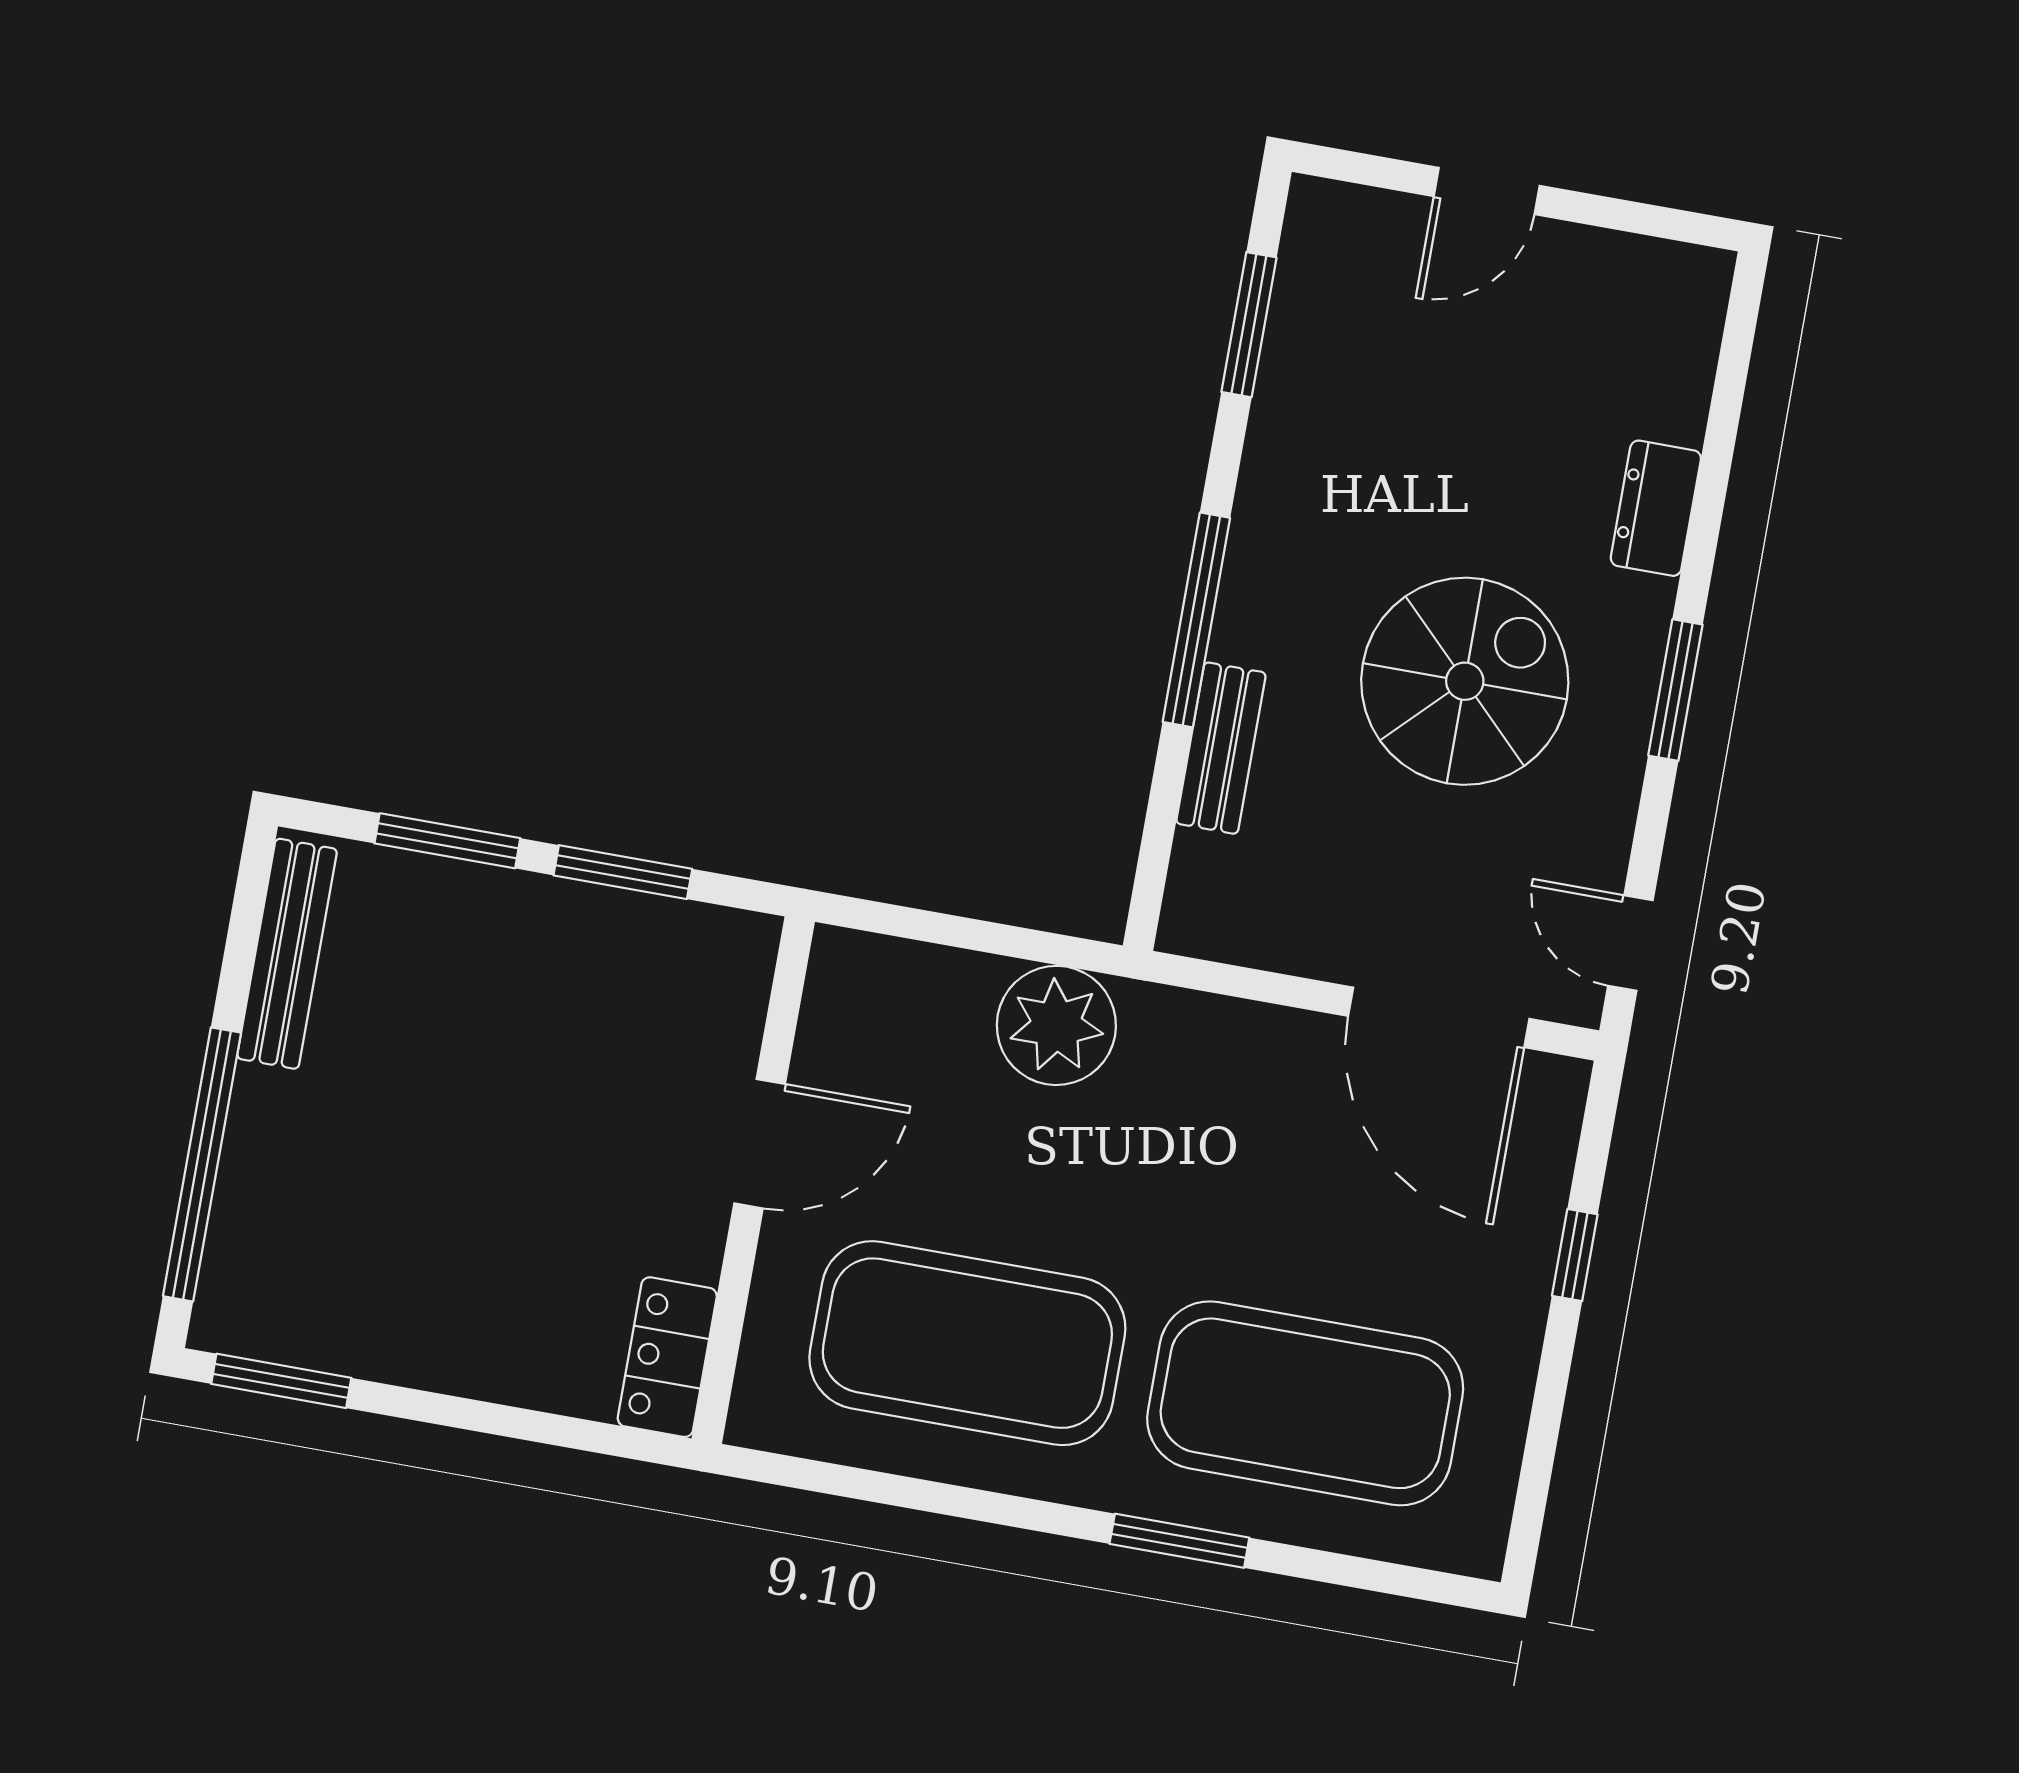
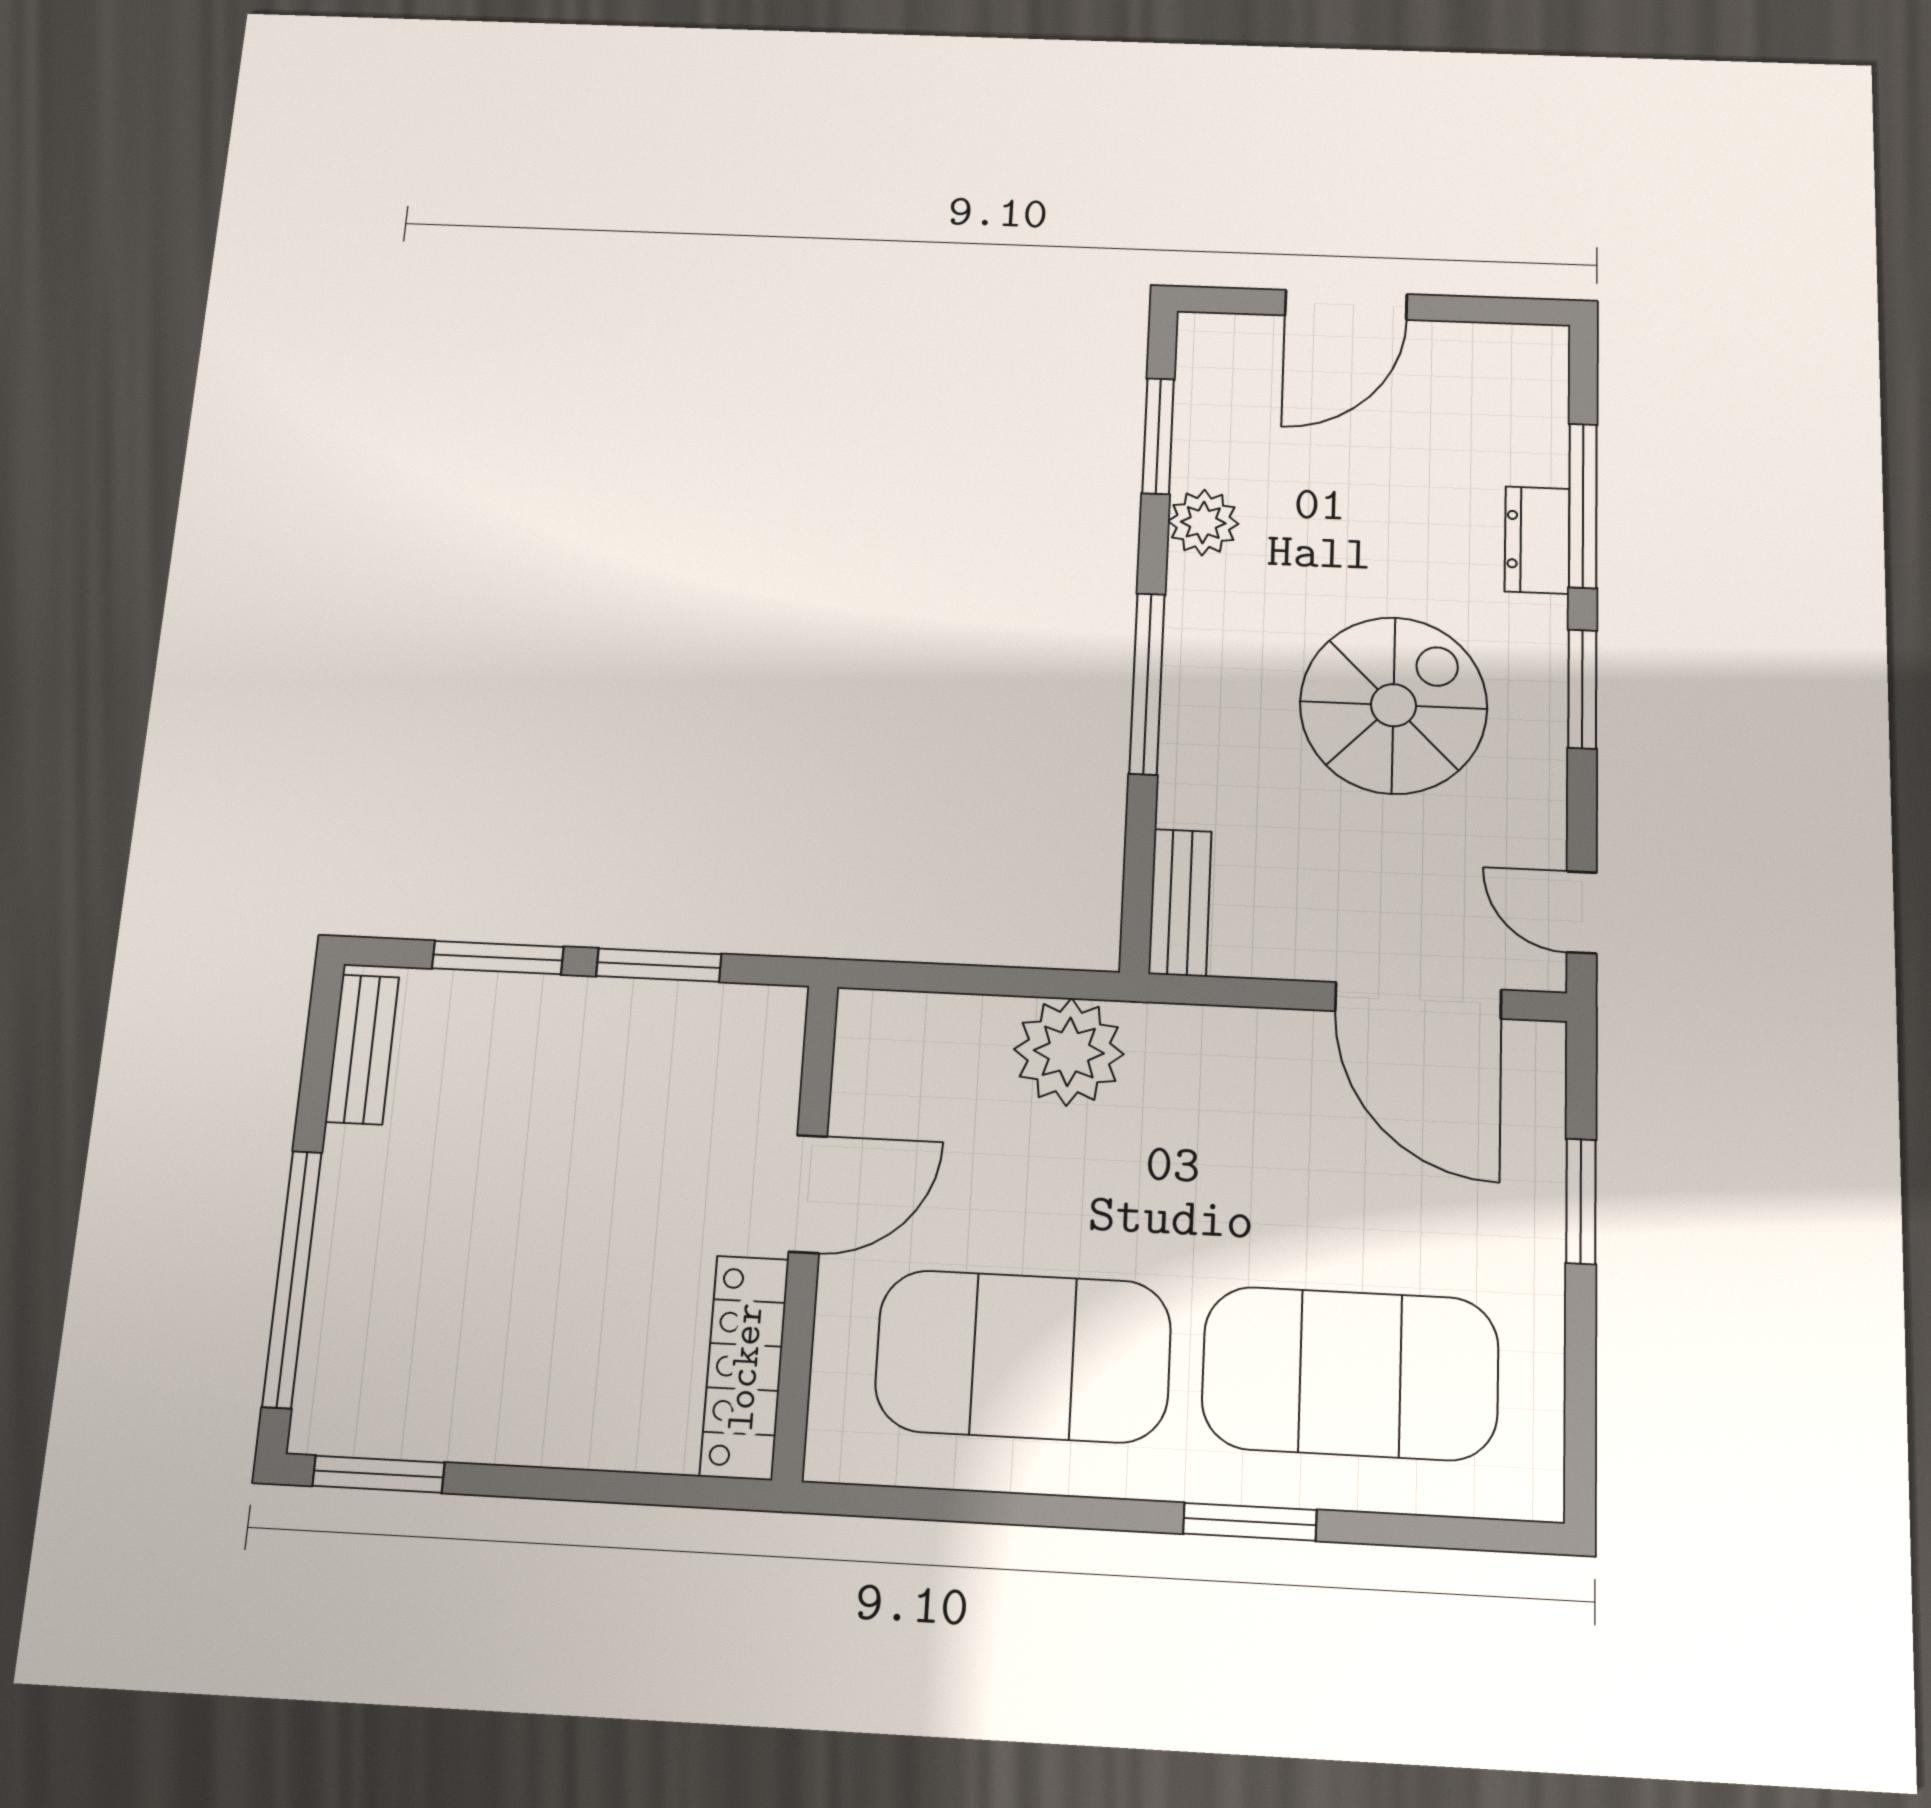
door: (1487, 191) -> (1346, 305), width x1.38
plant: (1285, 437) -> (1203, 522), added
window: (1714, 474) -> (1583, 506), added
bench: (1221, 748) -> (1180, 902), moved
bench: (287, 954) -> (362, 1049), width x0.73
window: (1575, 1255) -> (1581, 1201), width x1.50
locker: (667, 1357) -> (745, 1367), width x1.53

